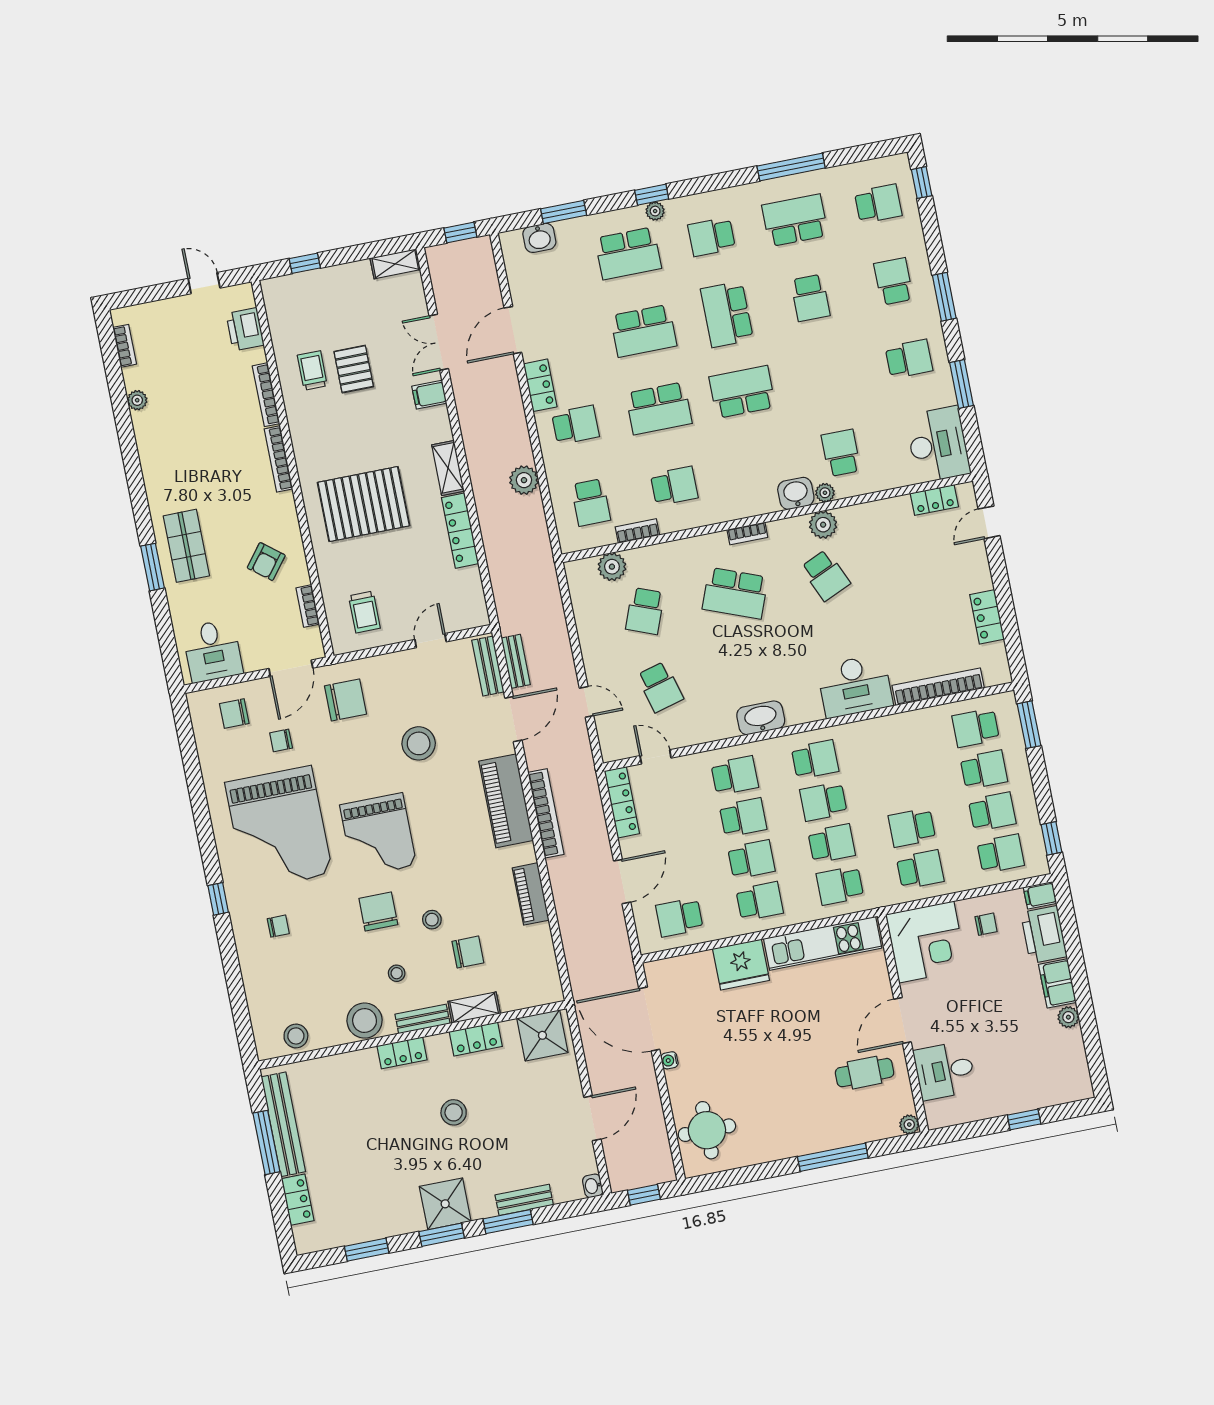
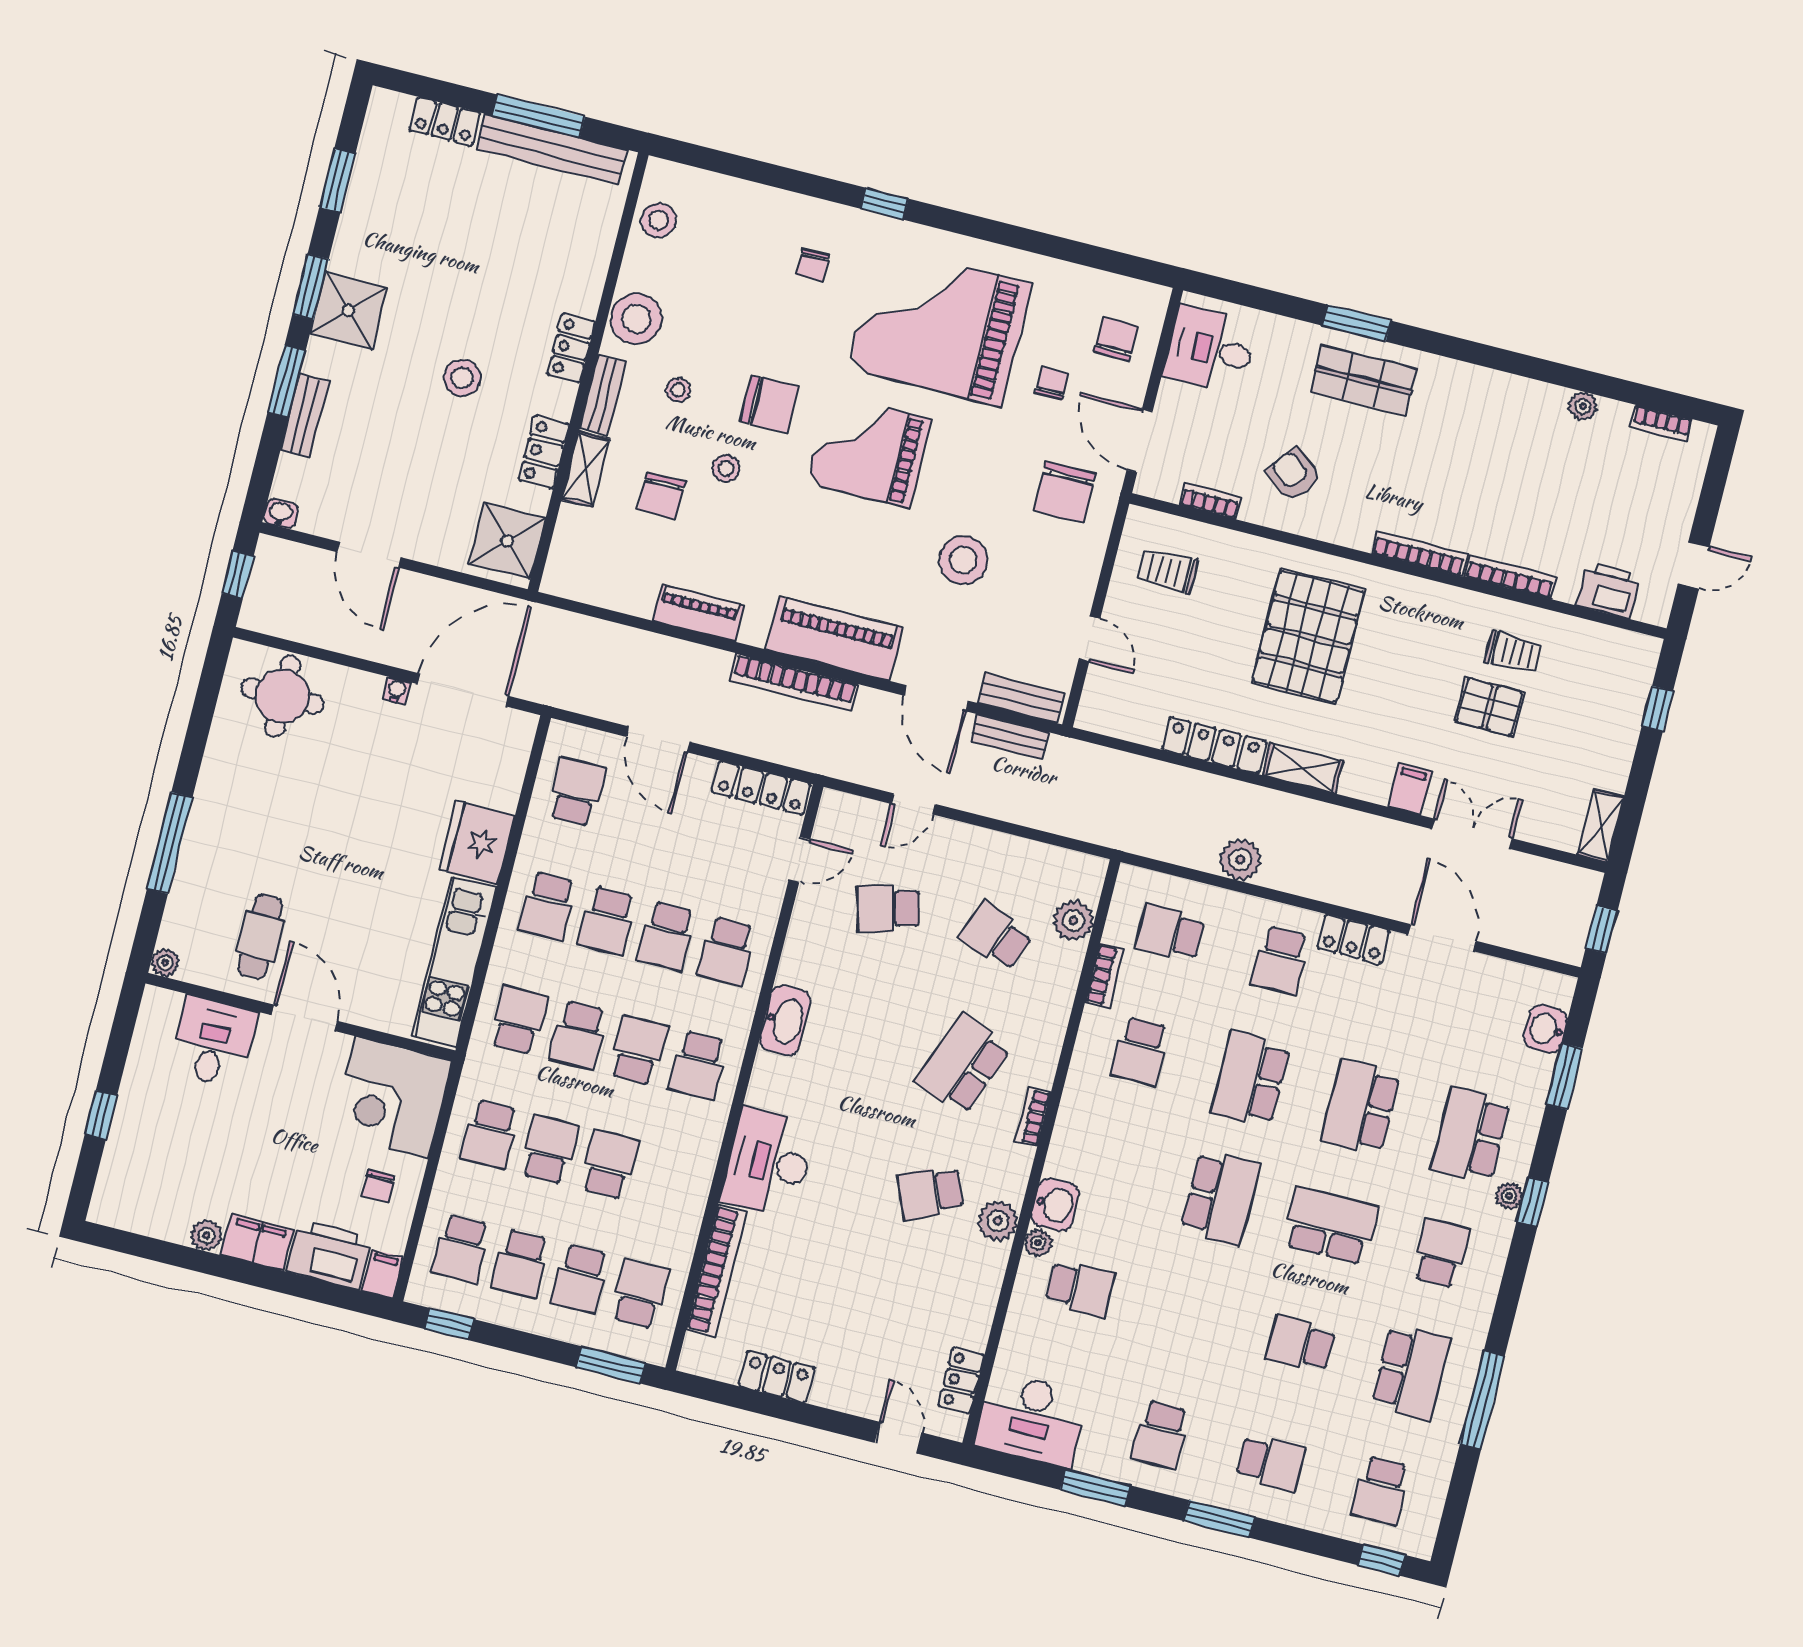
school desk: (904, 786) -> (609, 1164), added

